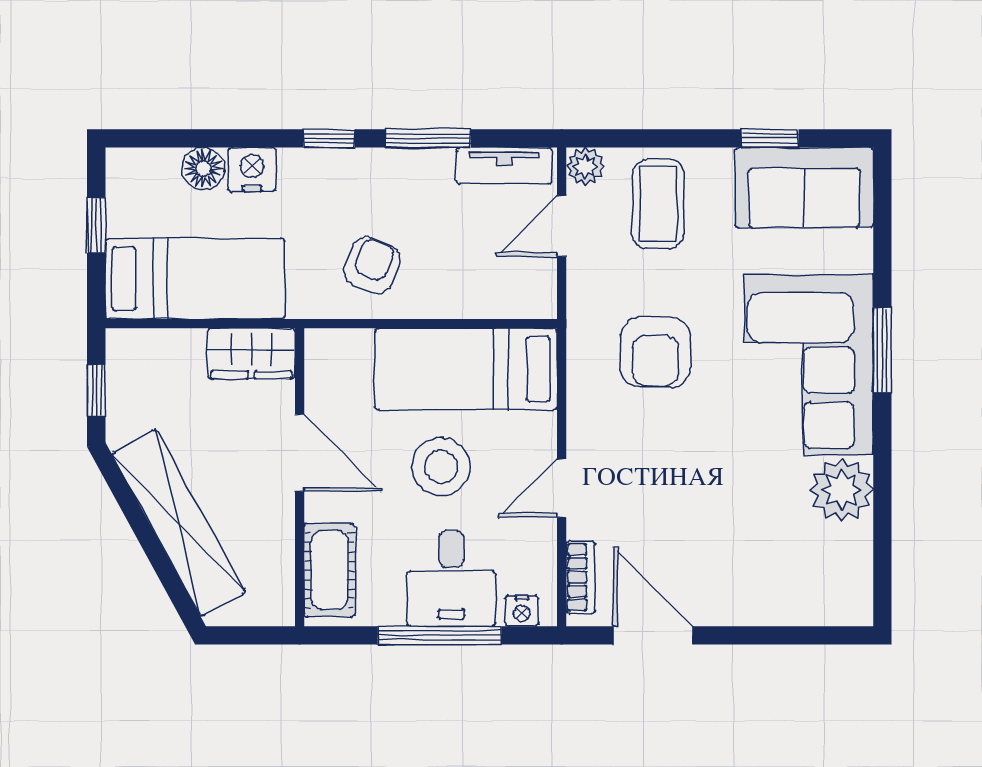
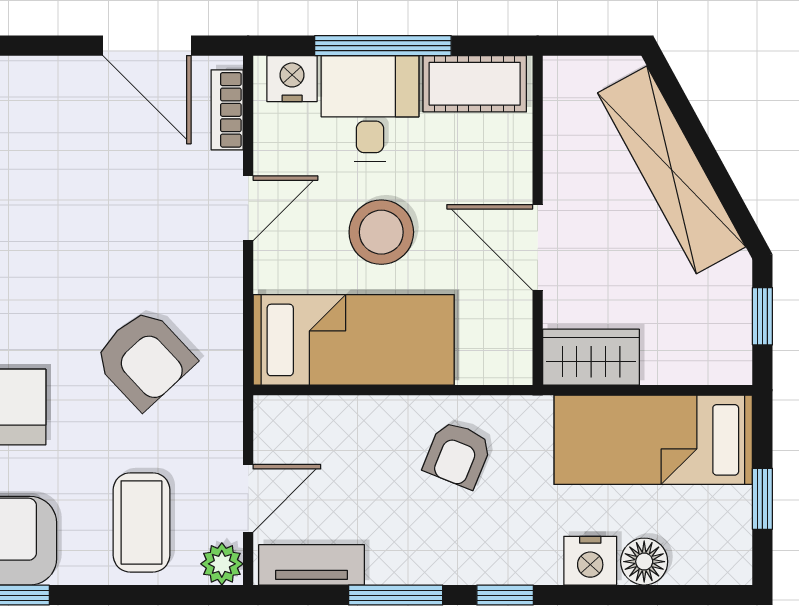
armchair: (655, 352) -> (144, 359), turned 137
cot: (330, 570) -> (475, 84), moved, turned 90
nightstand: (522, 611) -> (292, 79), width x1.39, depth x1.35

